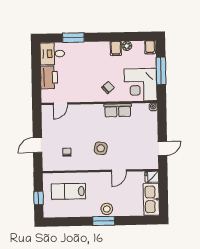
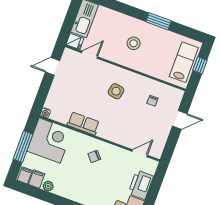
filing cabinet: (116, 48) -> (37, 179), moved
chair: (108, 87) -> (94, 156), moved
door: (119, 171) -> (90, 55), moved
lab bench: (68, 191) -> (184, 62), moved, turned -90
stool: (107, 209) -> (134, 43), moved
window: (104, 221) -> (159, 21), moved

